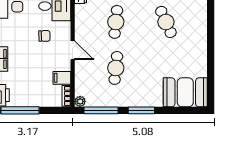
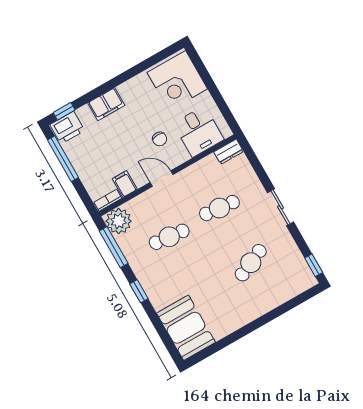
door: (73, 50) -> (162, 179), swing flipped
plant: (80, 101) -> (119, 221), width x1.88, depth x1.88
window: (141, 110) -> (139, 291), width x0.67

